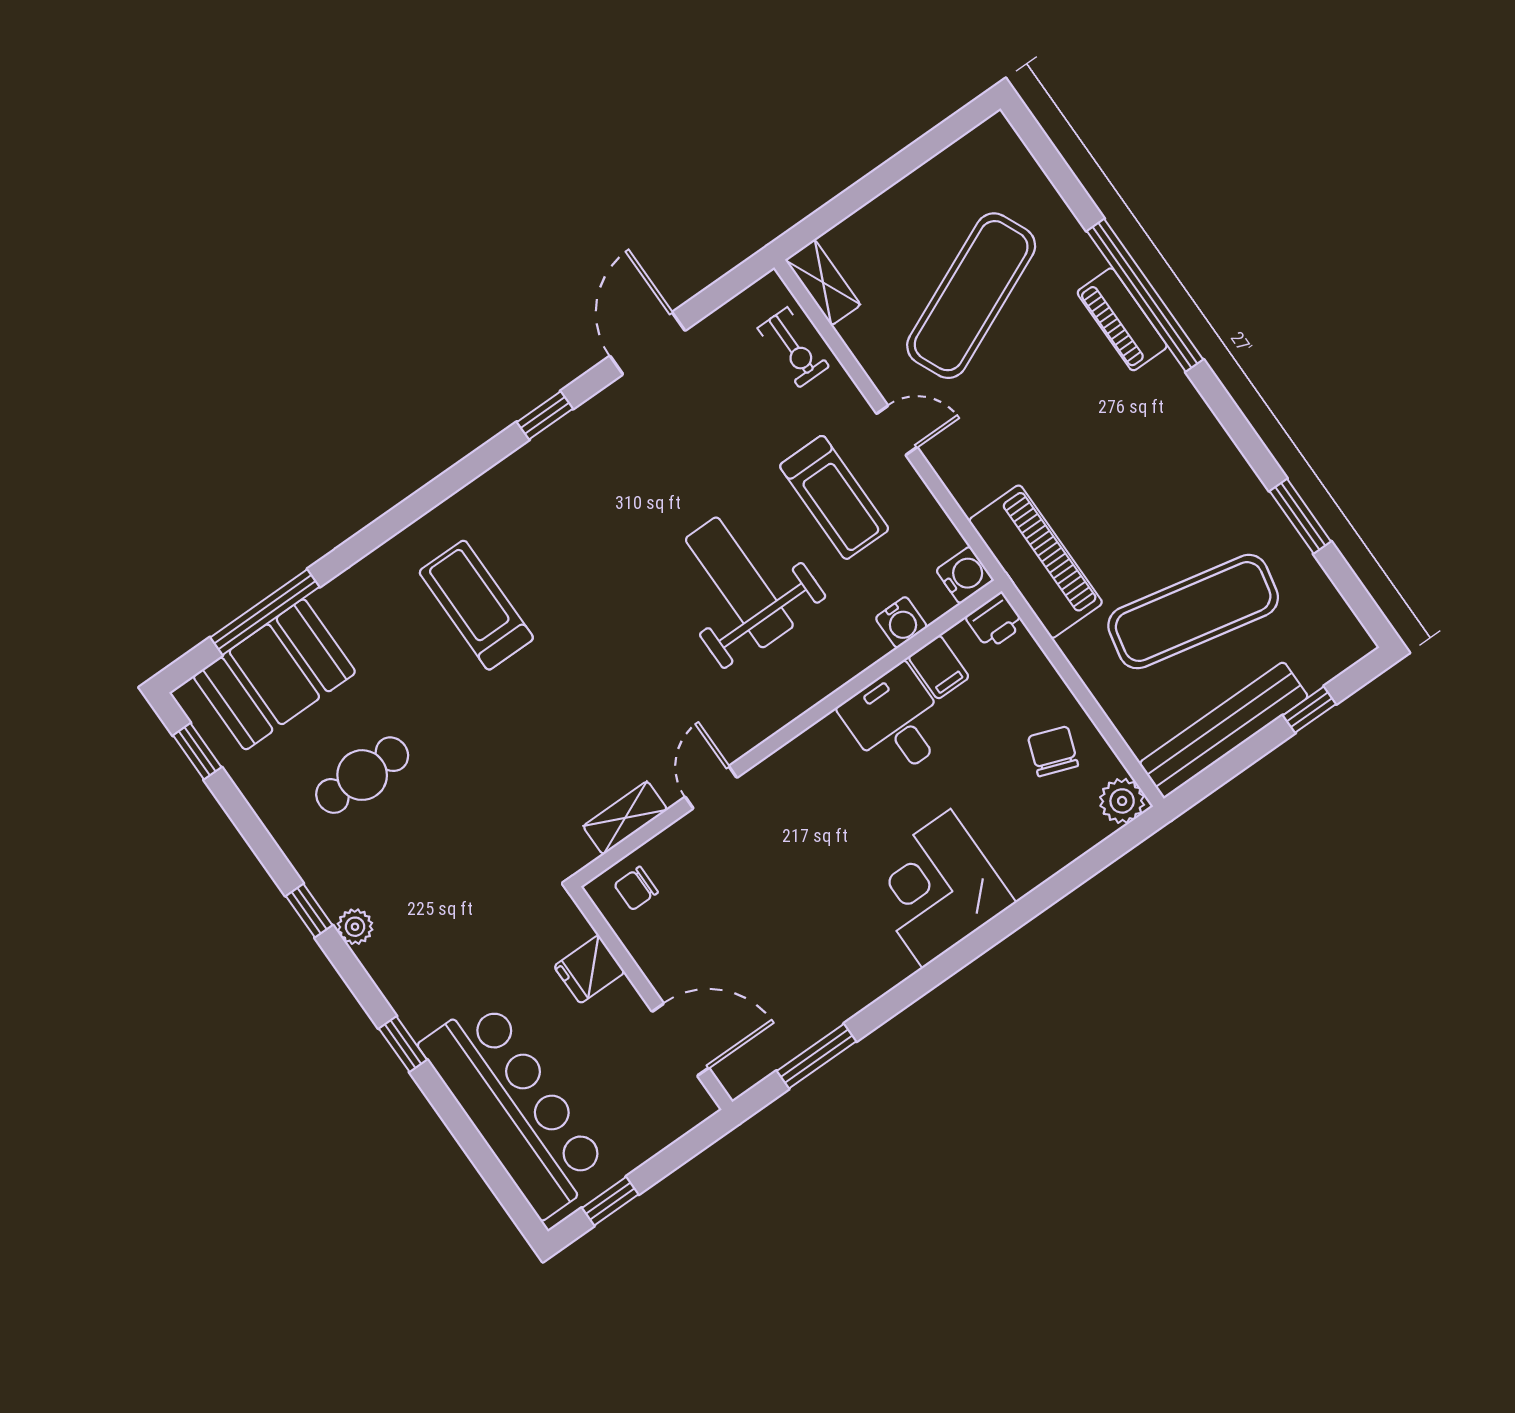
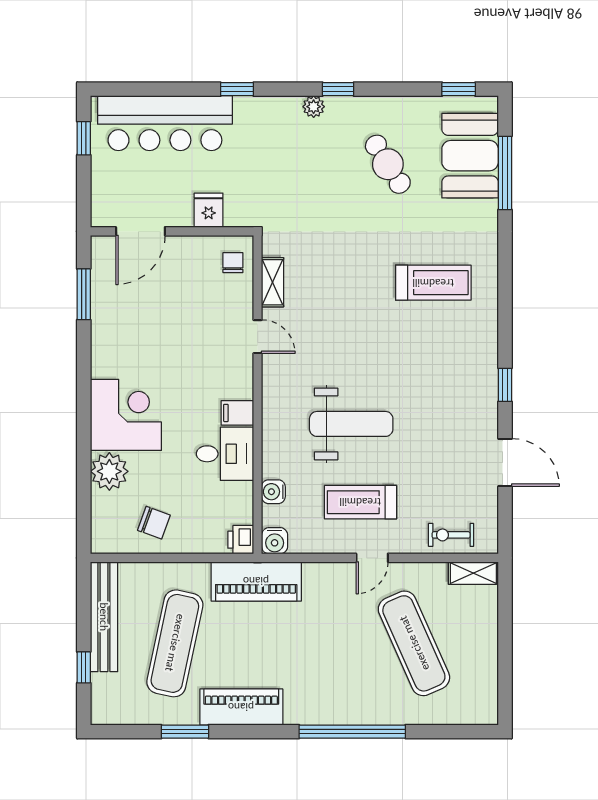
piano: (1122, 319) -> (241, 707), moved, width x1.37, depth x1.33
filing cabinet: (939, 667) -> (237, 413), moved
cafe table: (362, 775) -> (388, 164), turned -32
plant: (1122, 801) -> (109, 471), moved, width x1.36, depth x1.36

